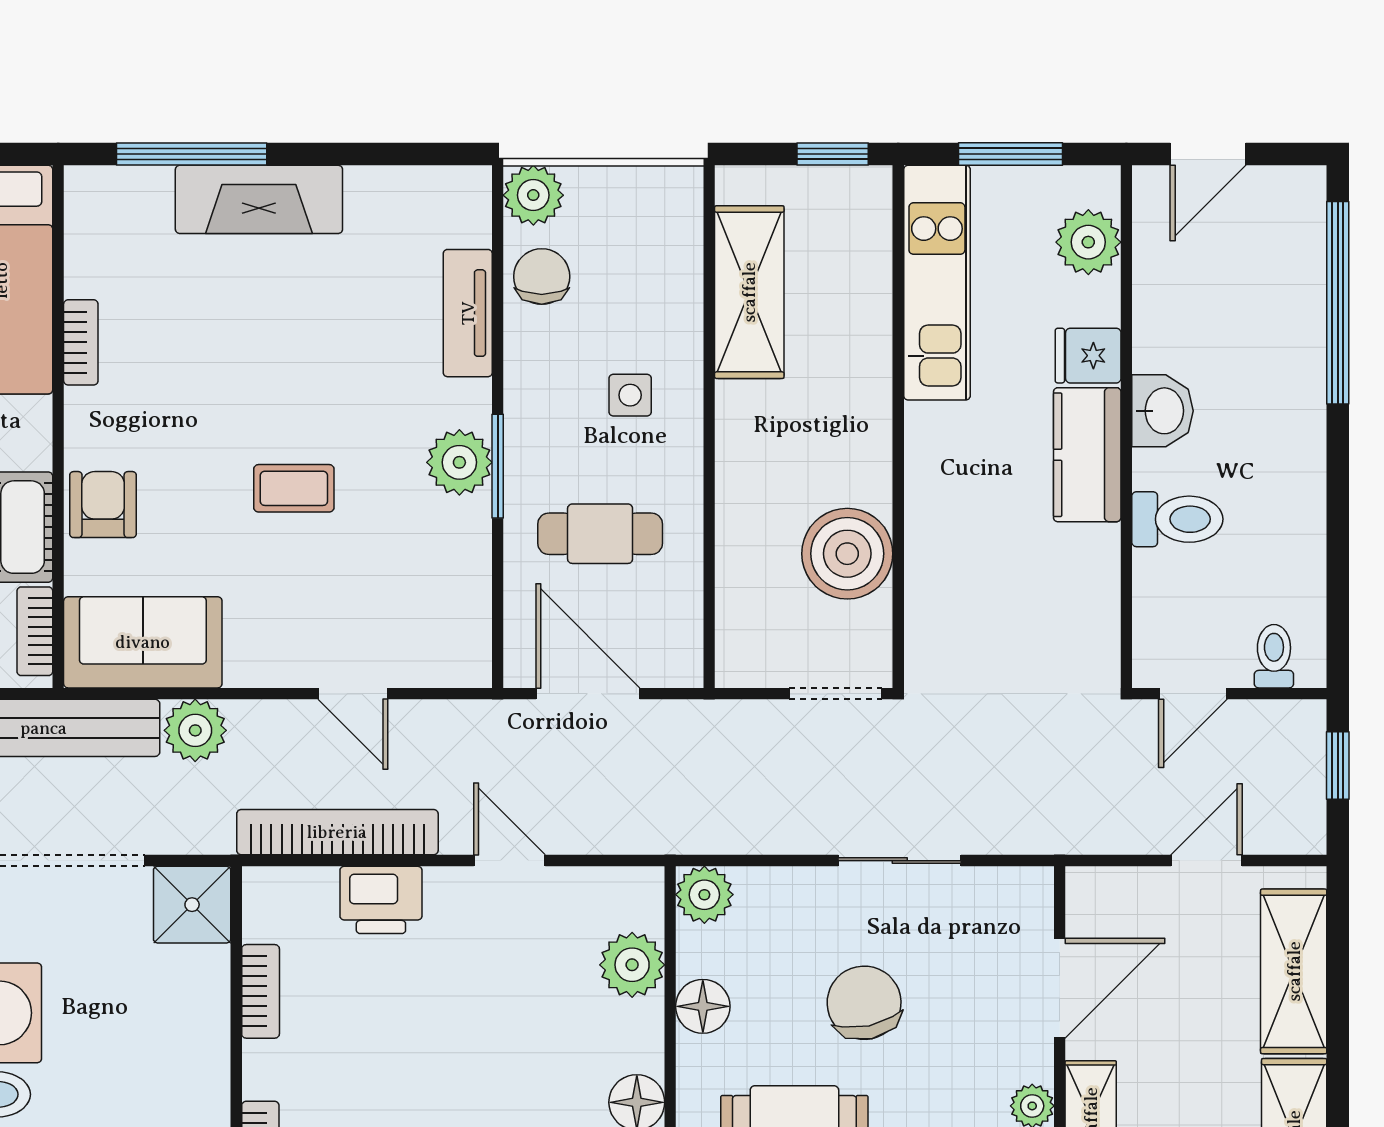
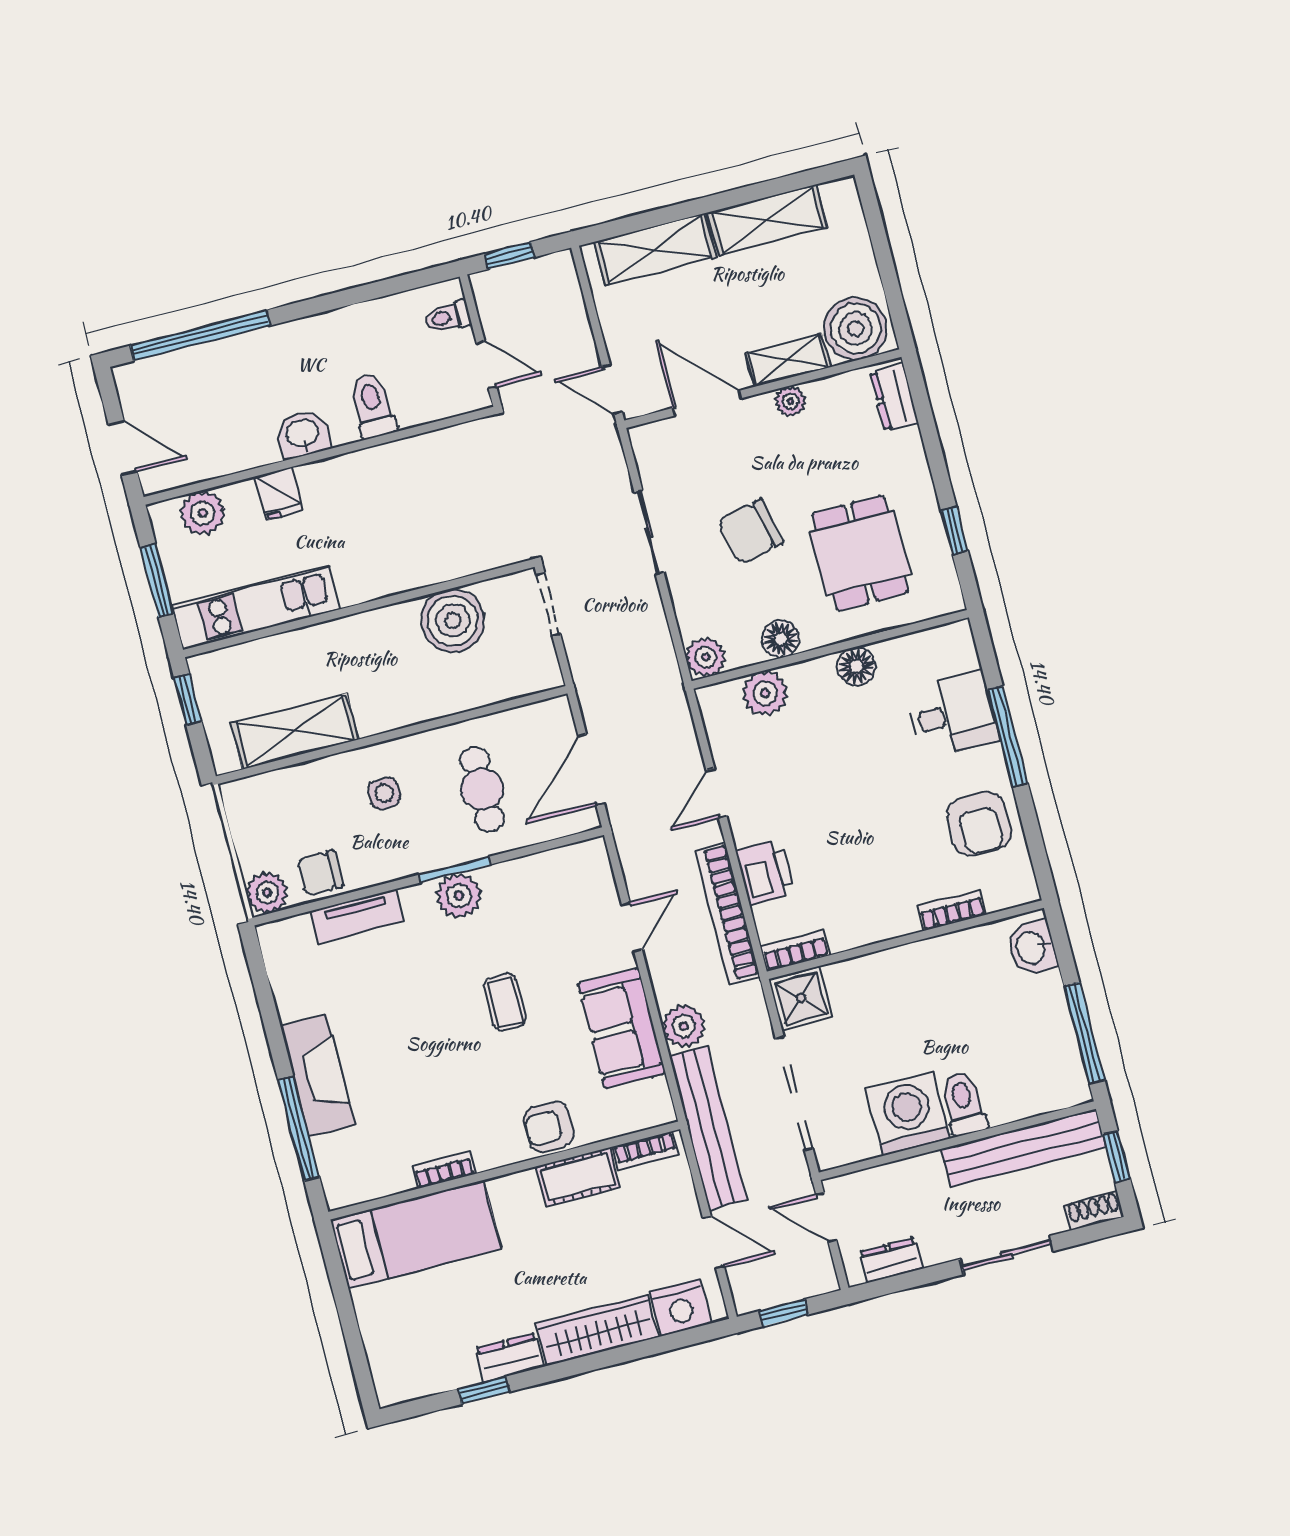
kitchen counter: (1087, 455) -> (345, 477), removed
sofa: (143, 642) -> (622, 1028), moved
door: (1207, 861) -> (612, 389), moved
bookcase: (261, 991) -> (795, 951), moved

